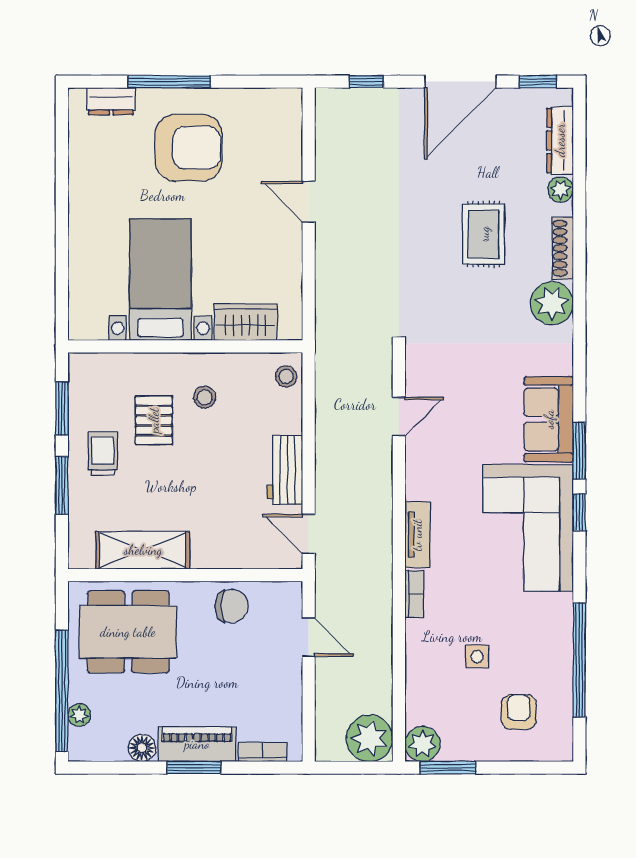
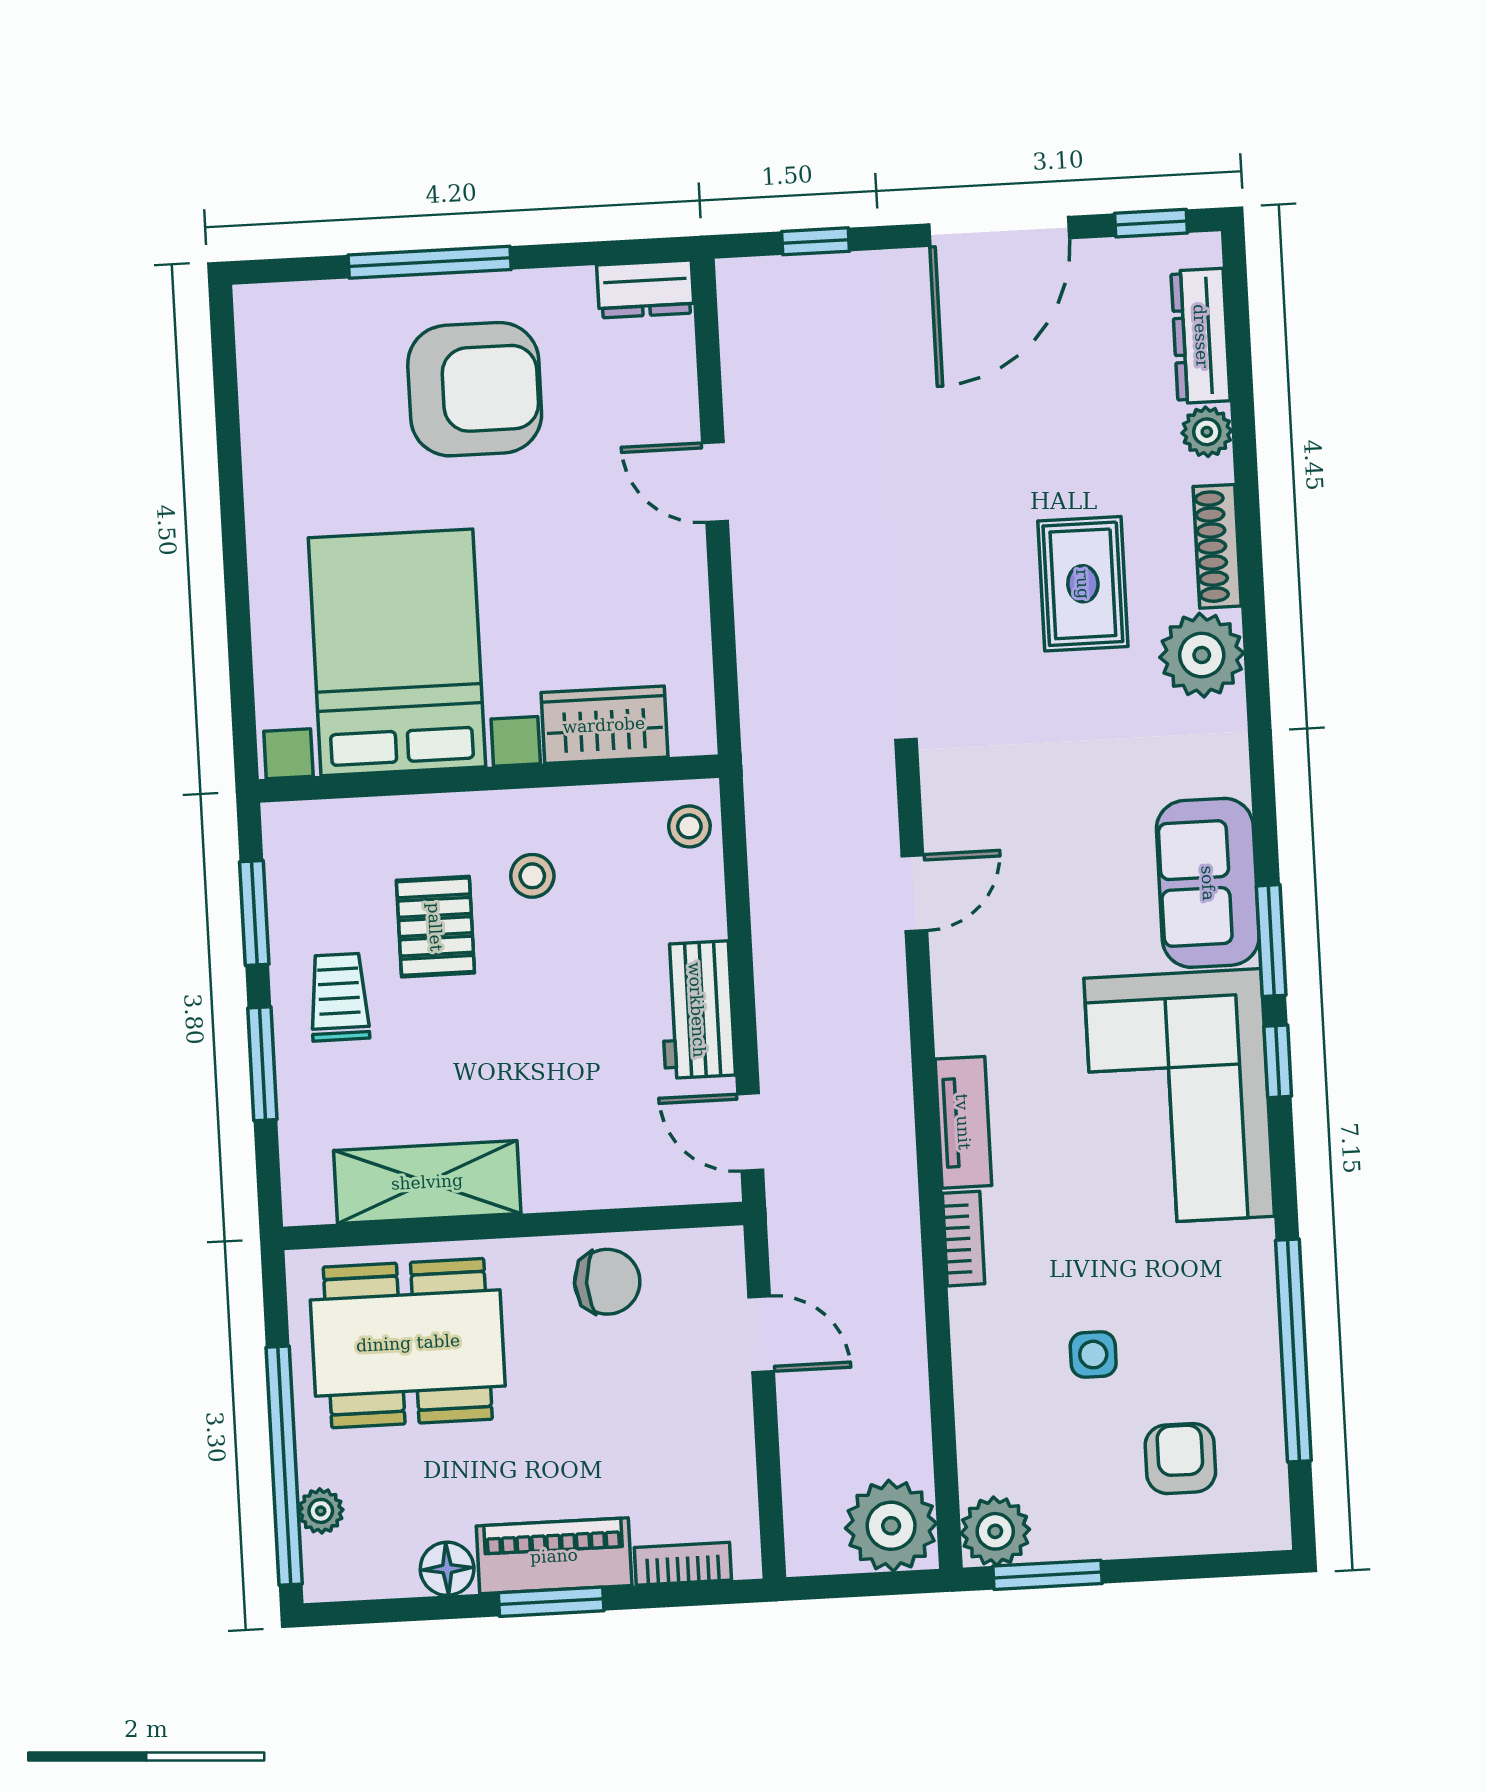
dresser: (111, 101) -> (645, 289), moved
rug: (484, 234) -> (1083, 584), moved
bed with nightstands: (160, 280) -> (397, 652), width x1.36

